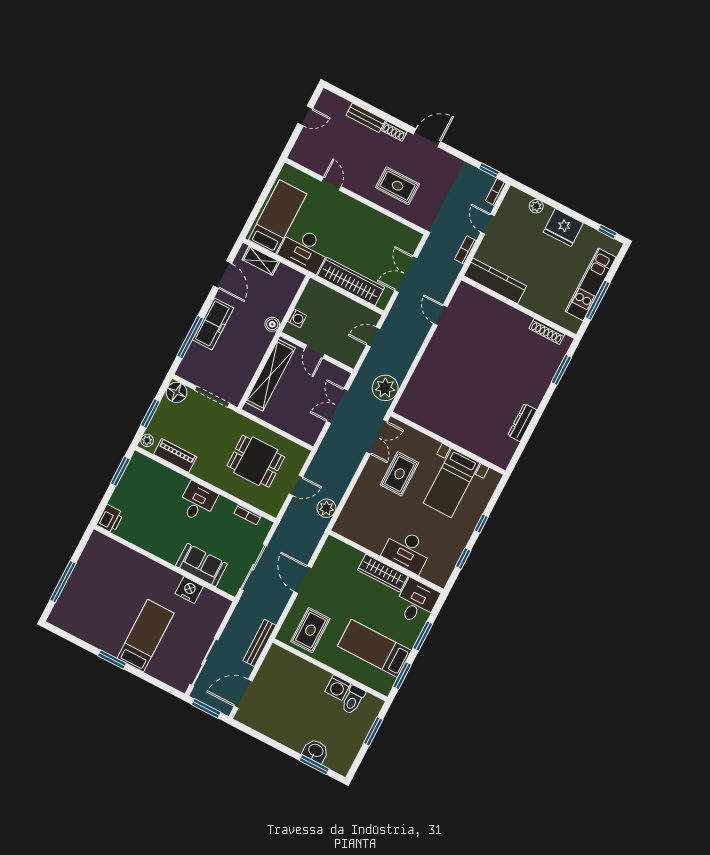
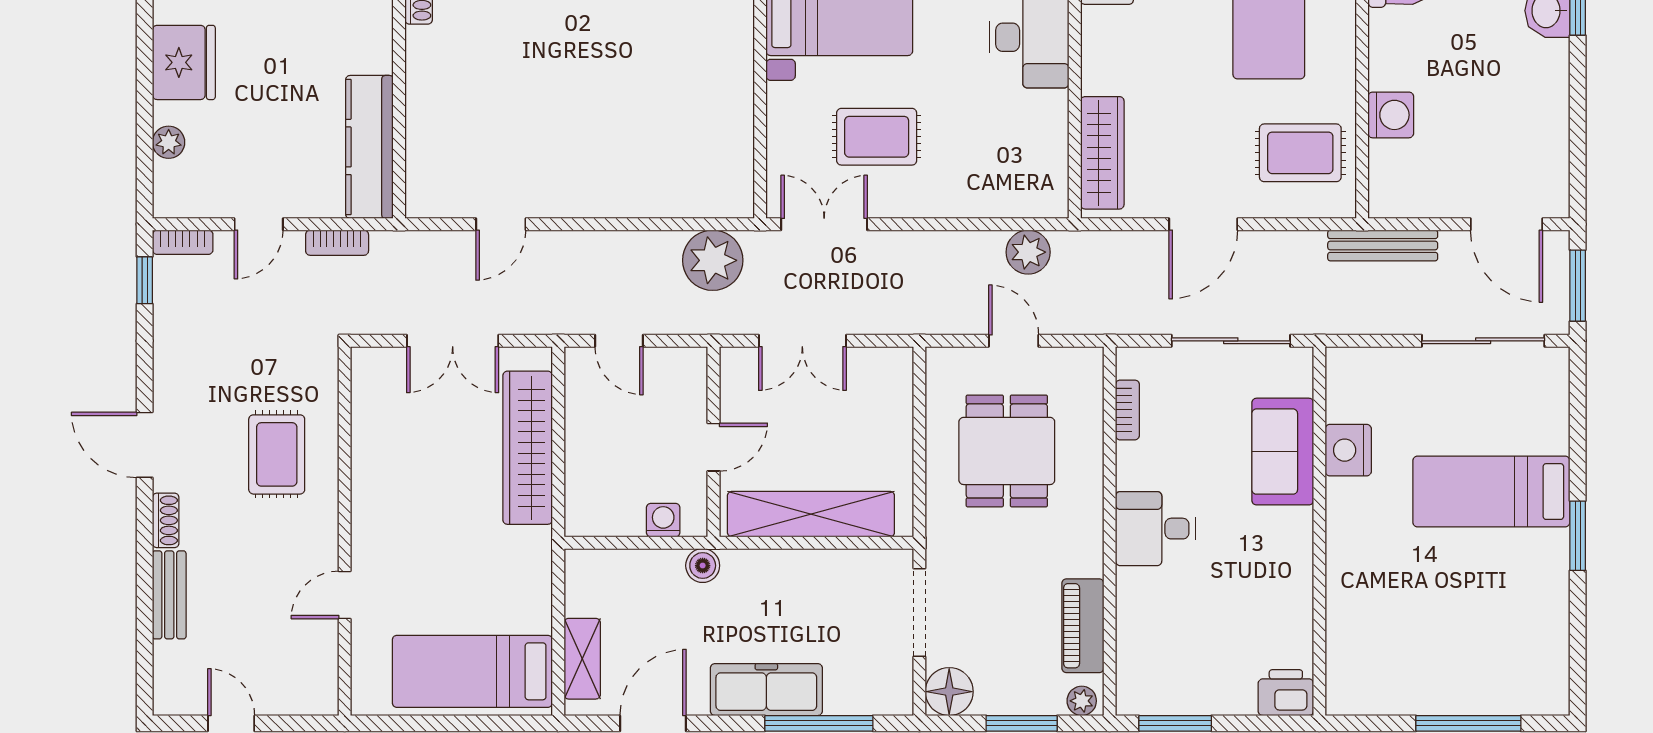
desk: (304, 249) -> (511, 580), removed
wardrobe: (383, 573) -> (1102, 153), moved
washing machine: (338, 688) -> (1391, 115), moved

